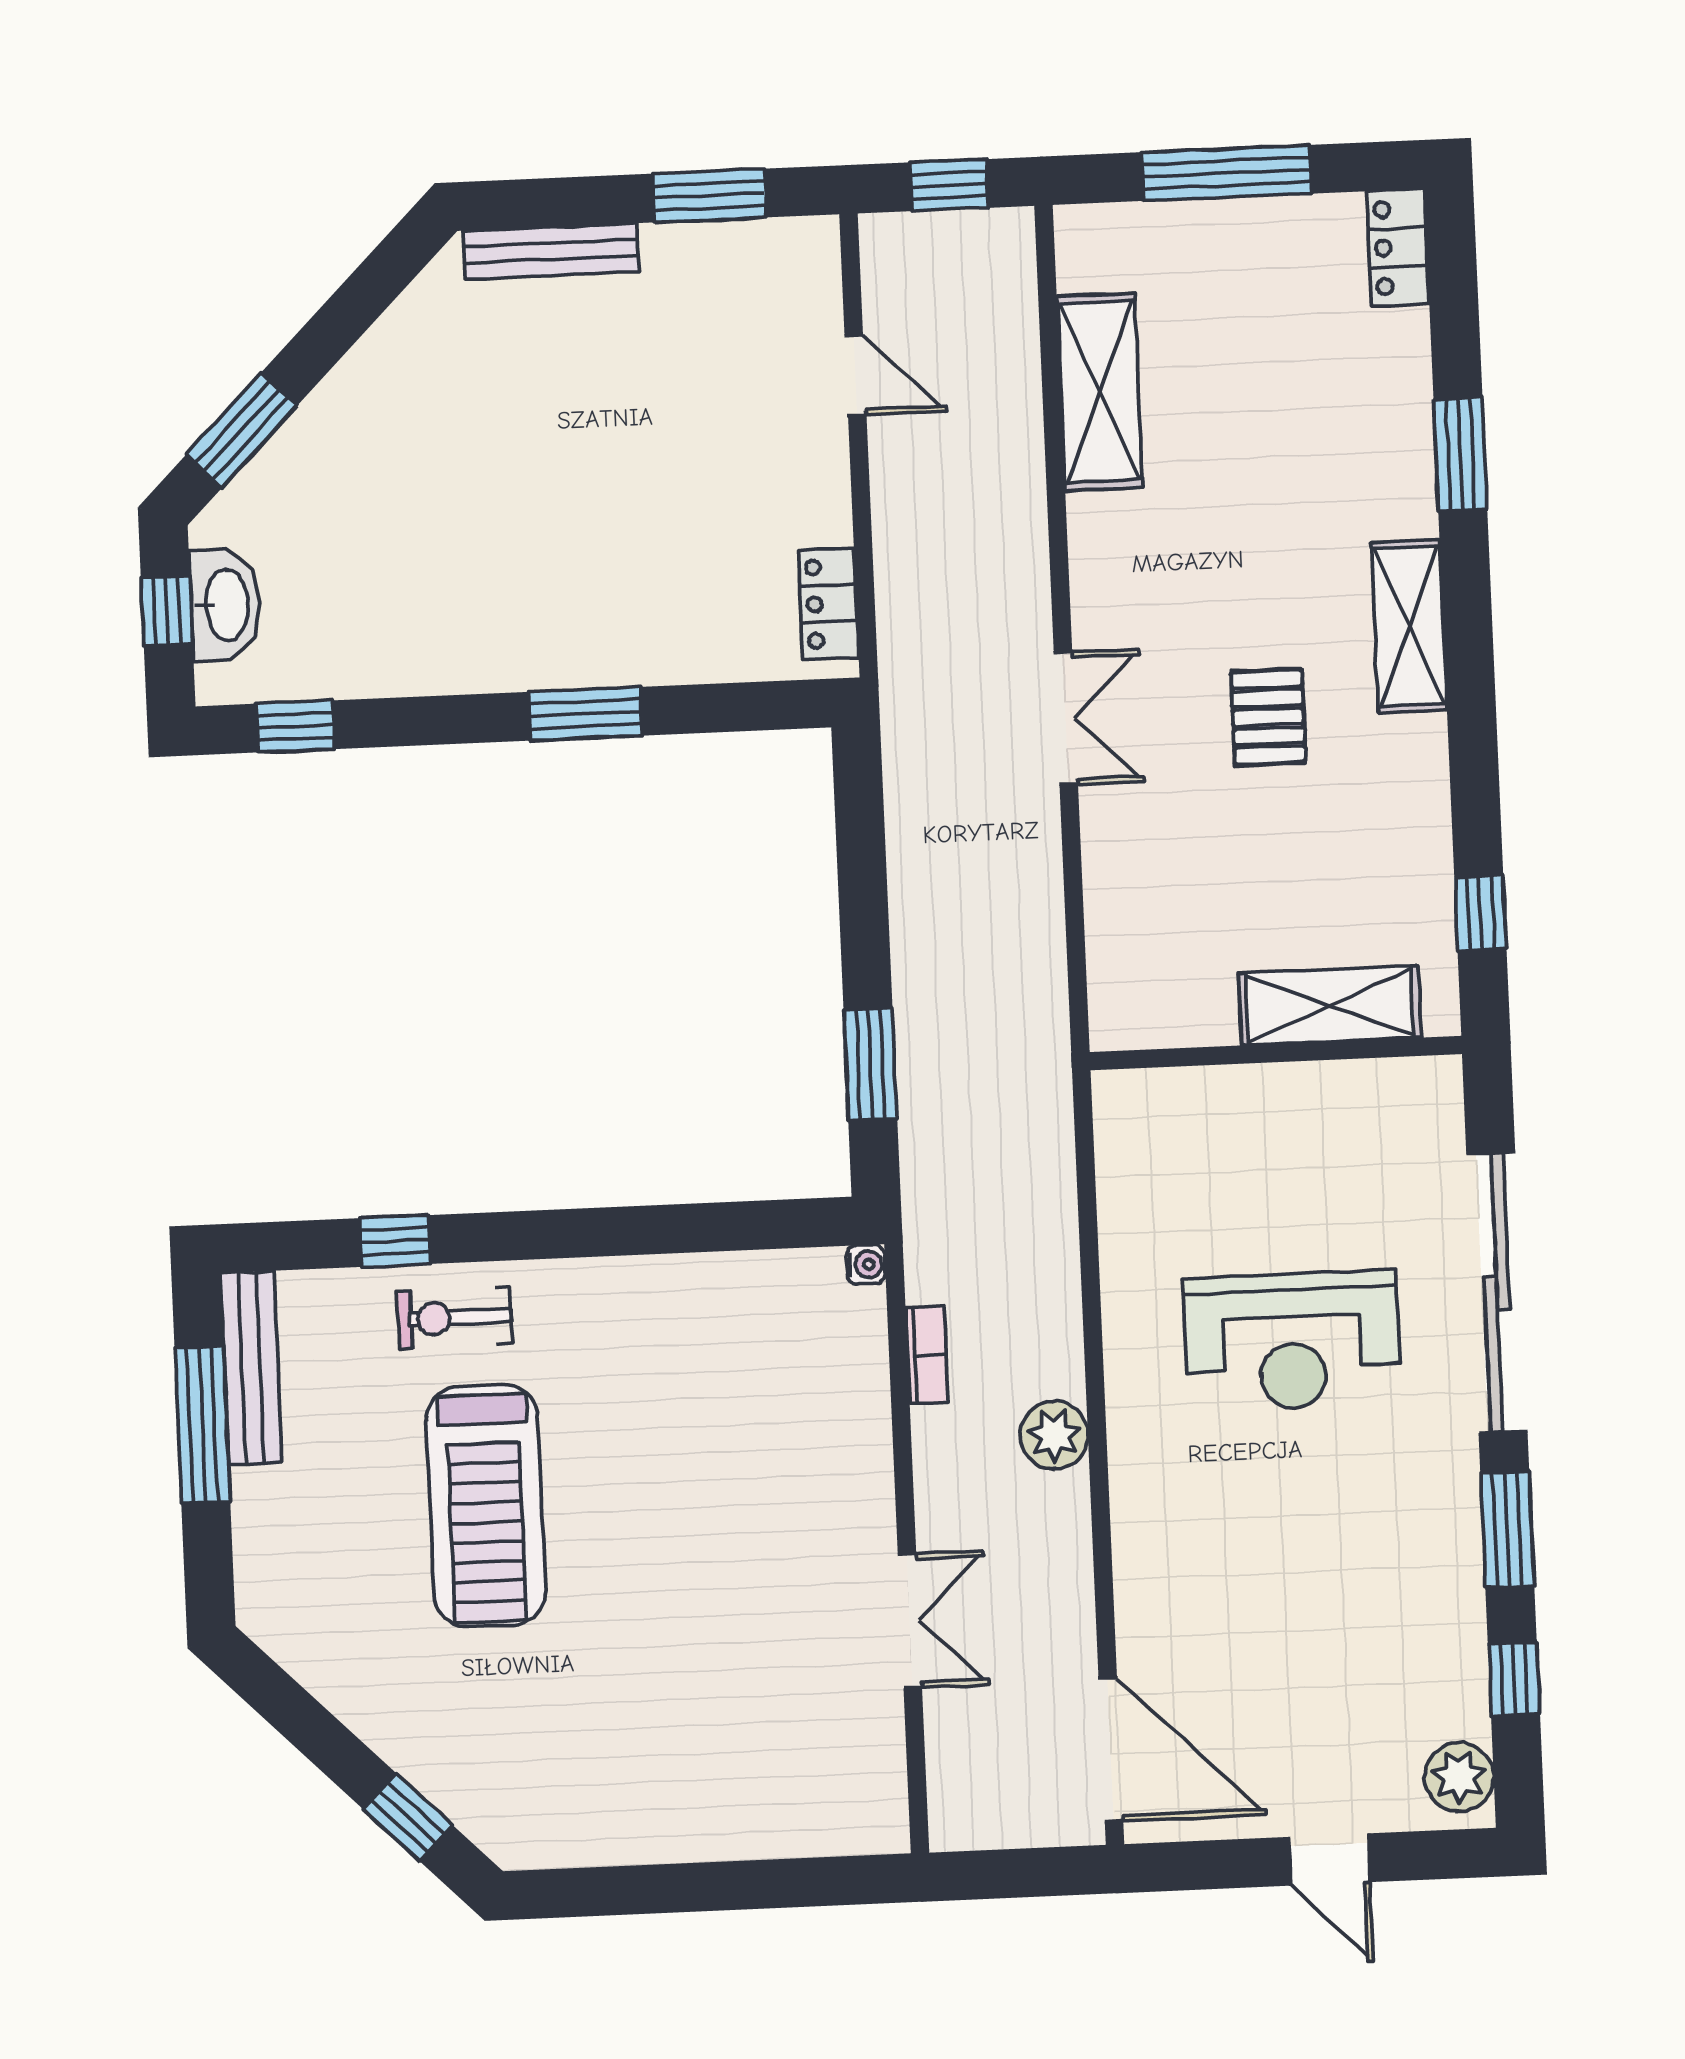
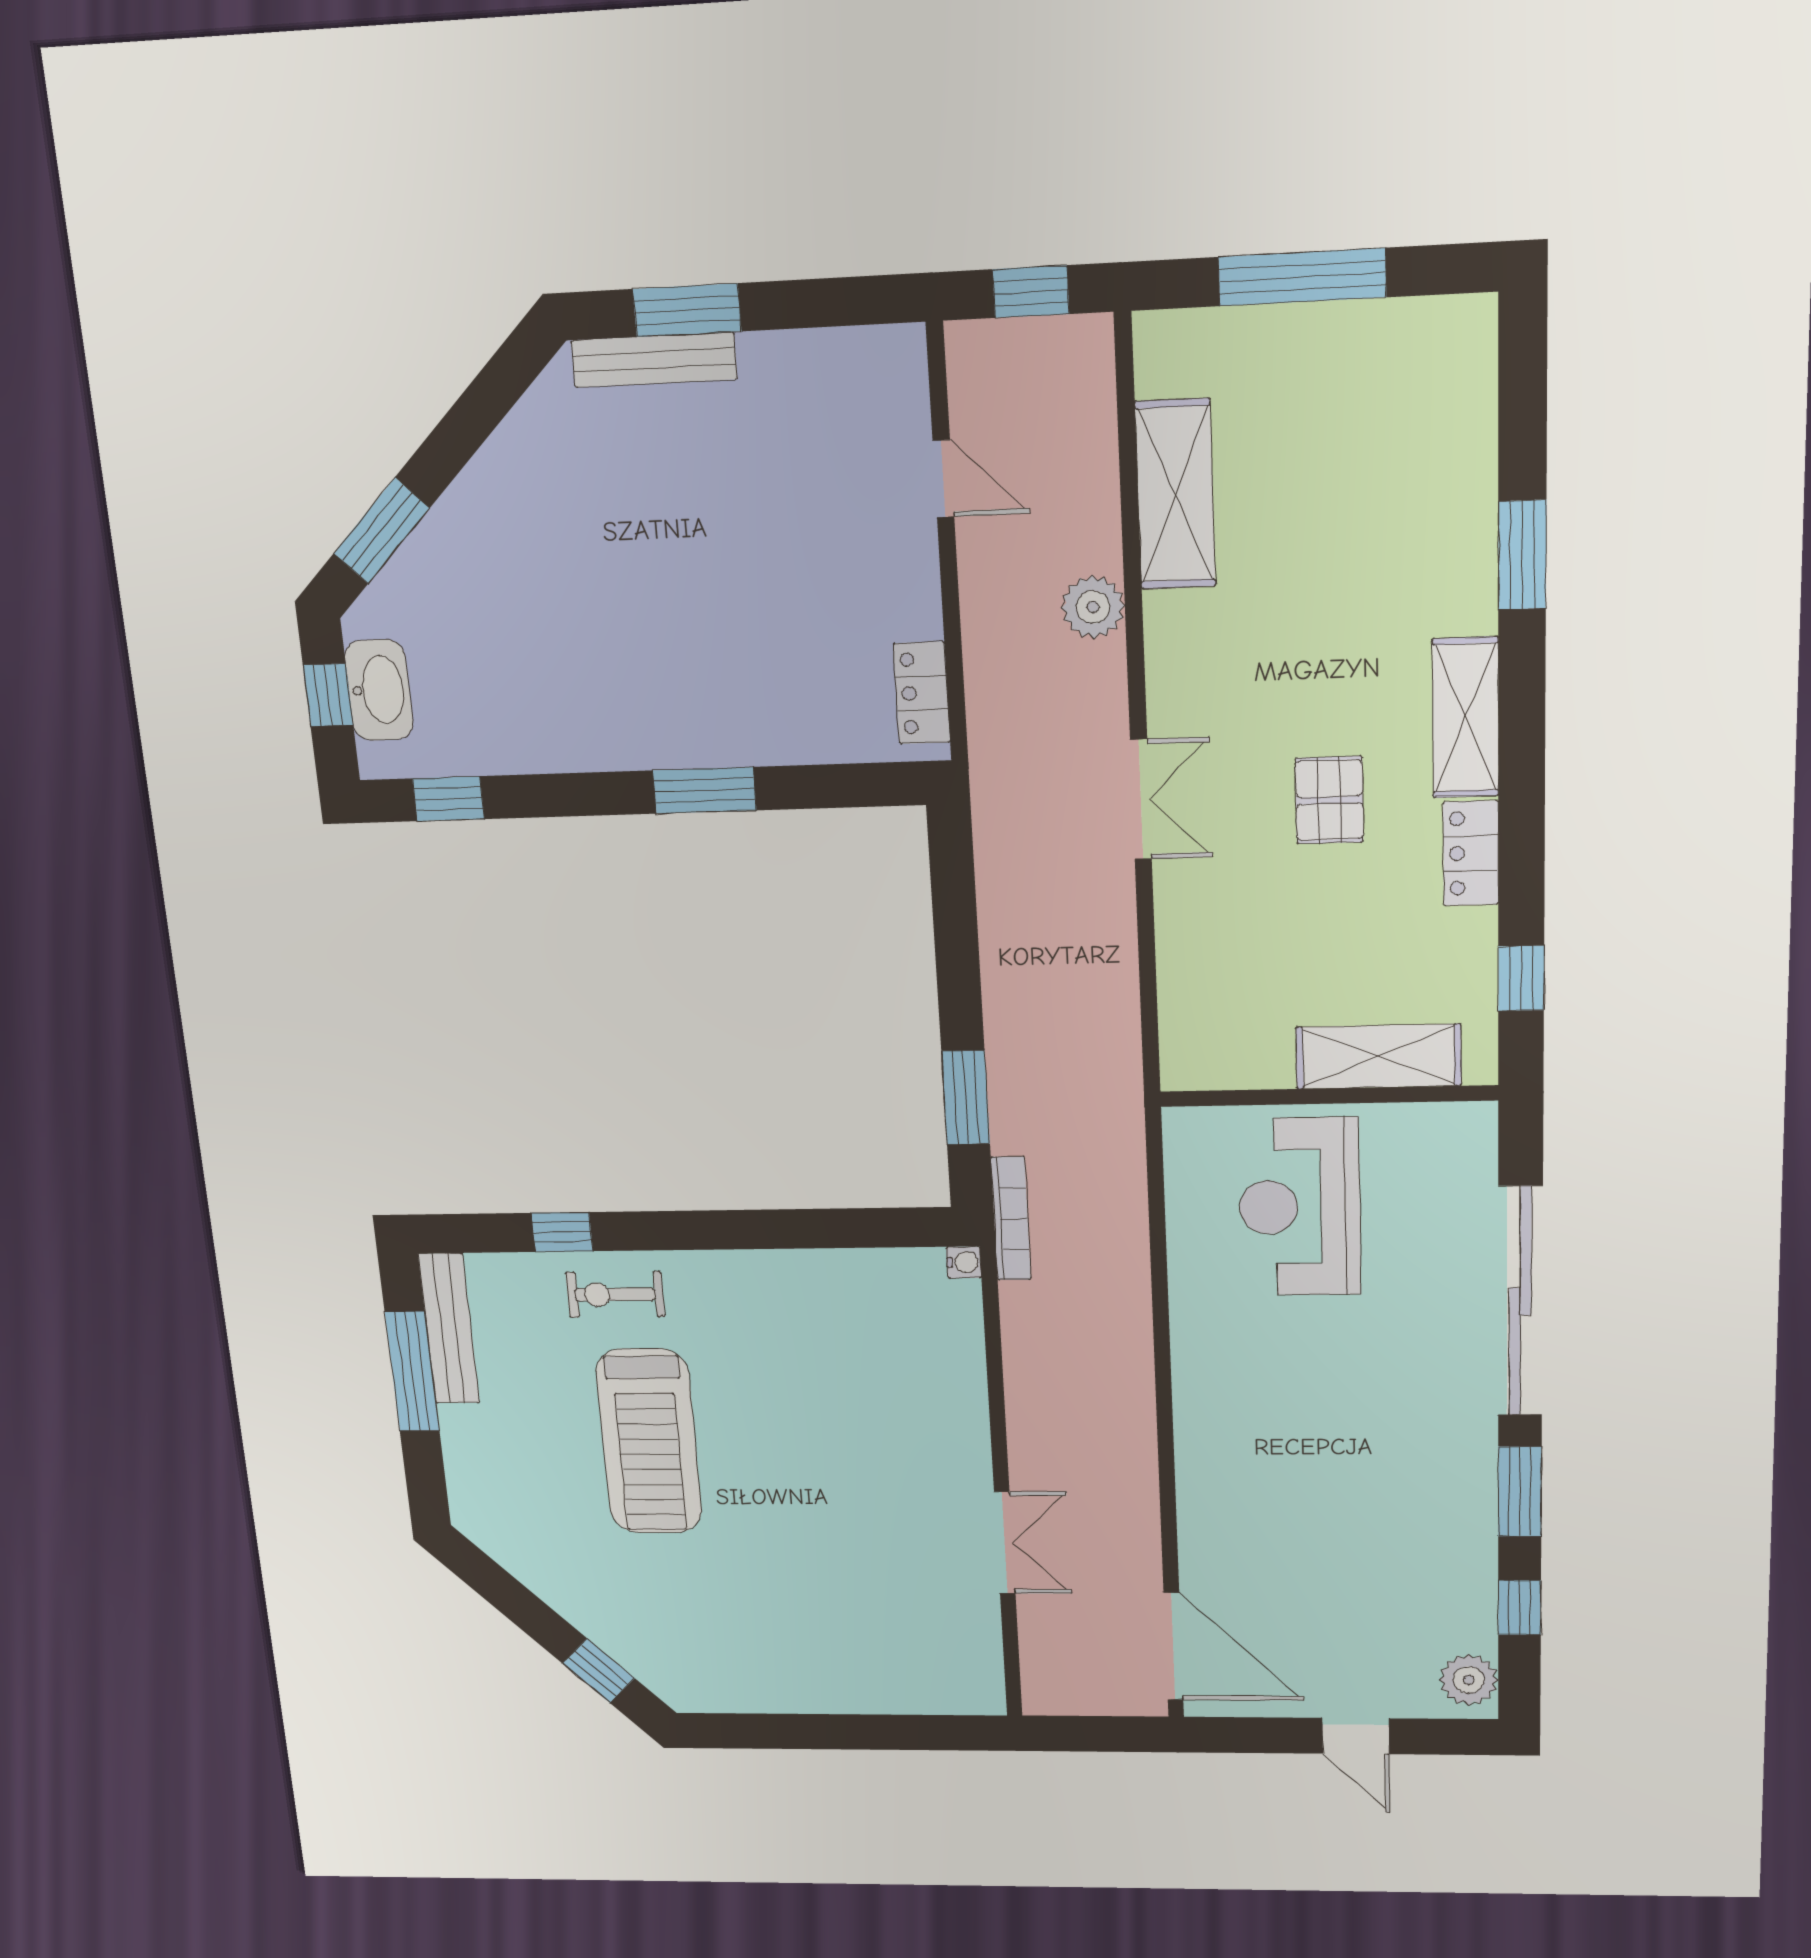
window: (709, 196) -> (687, 310), moved
locker: (1398, 247) -> (1471, 853), moved
reception desk: (1292, 1341) -> (1300, 1207), moved, turned 90
bookcase: (927, 1355) -> (1011, 1219), moved, width x1.56
plant: (1054, 1435) -> (1093, 607), moved

